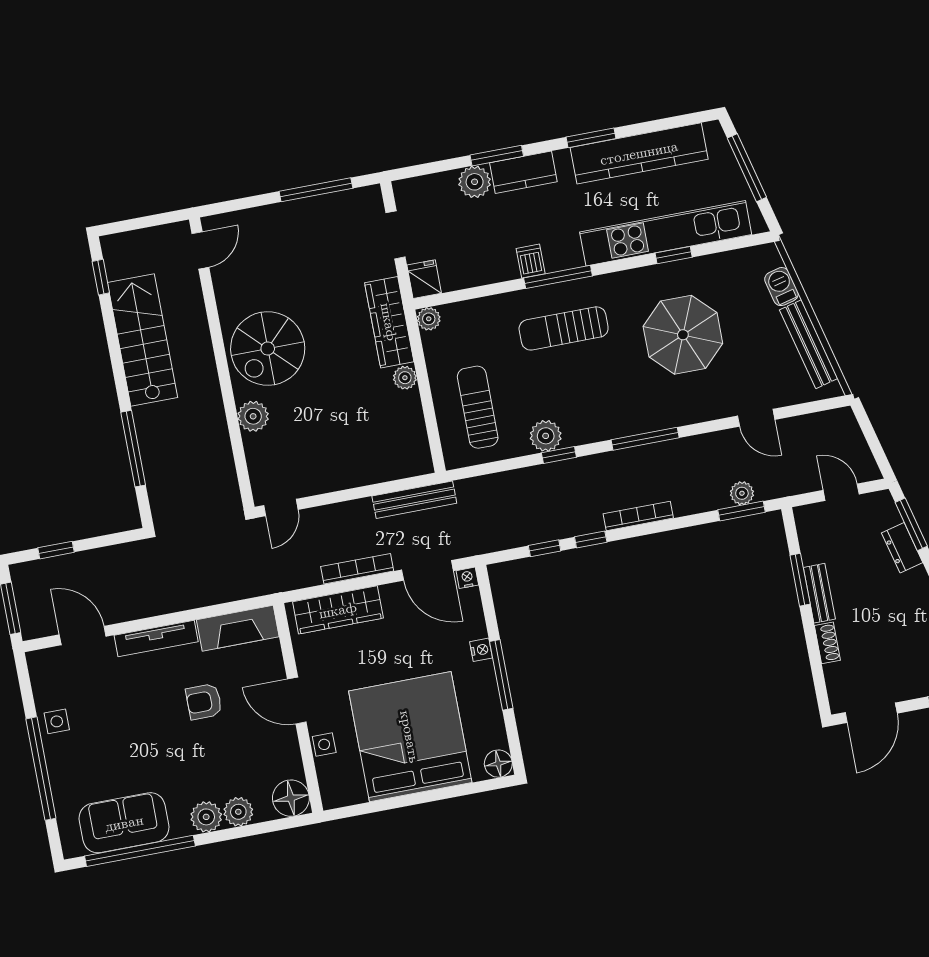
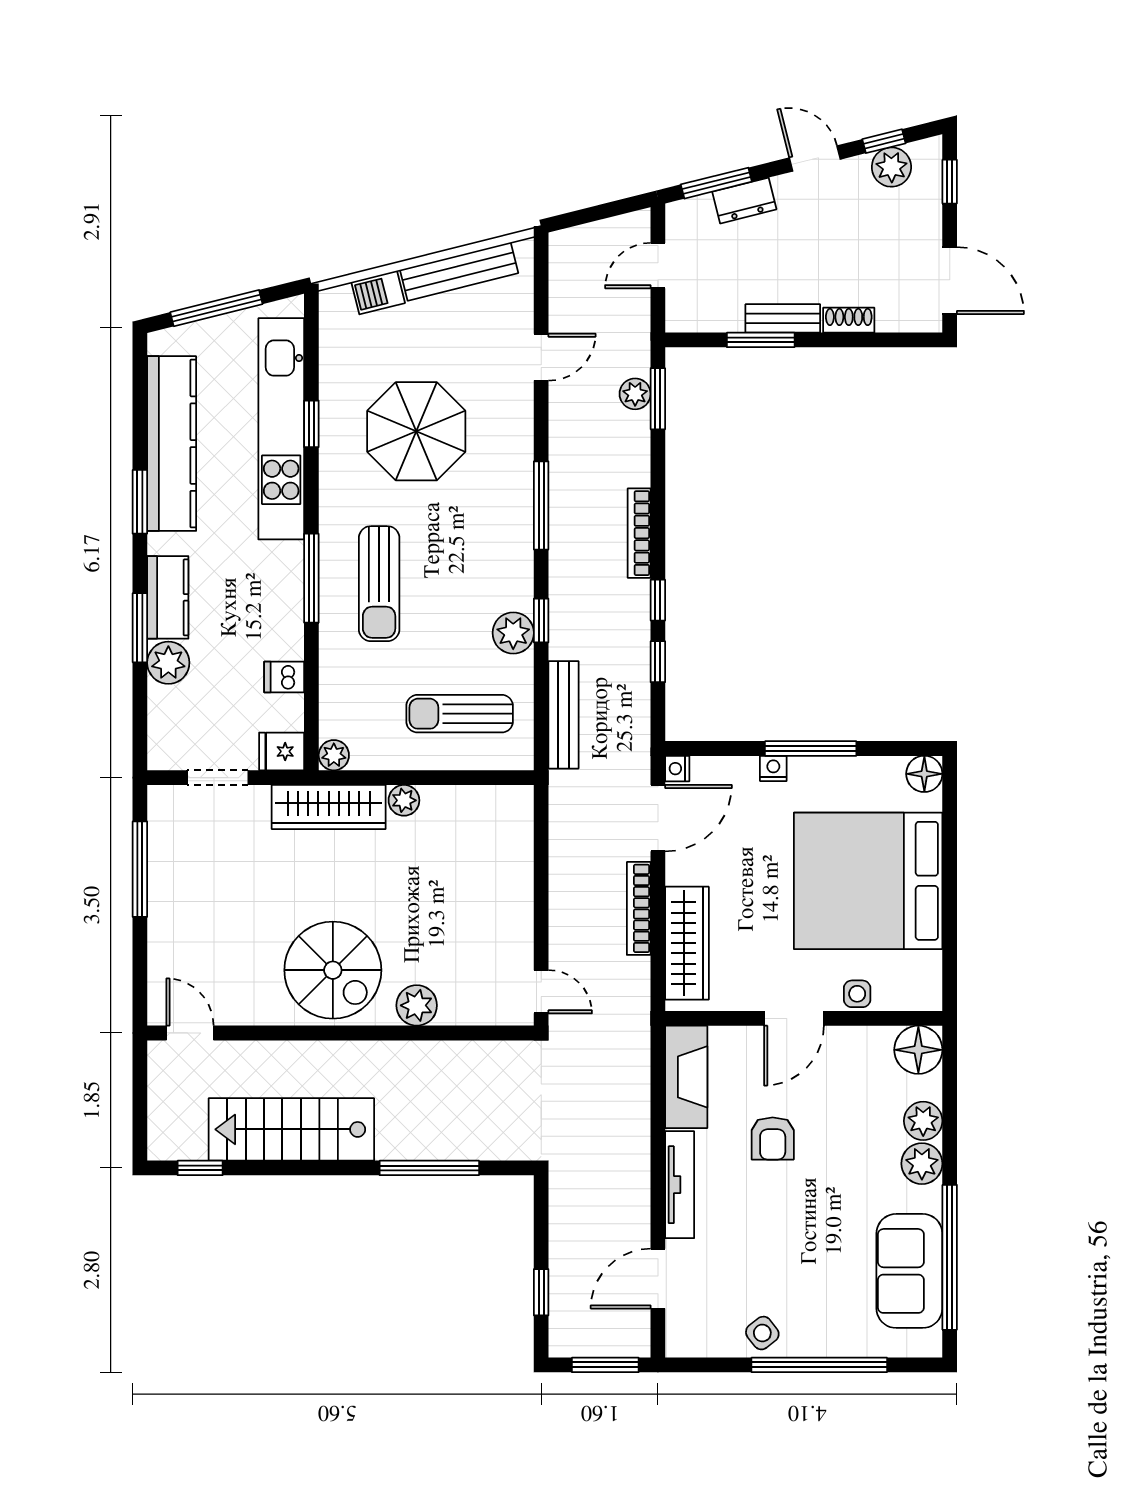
dishwasher: (531, 261) -> (284, 677), moved
bench: (414, 500) -> (563, 715), moved
side table: (57, 721) -> (762, 1333), turned -38

